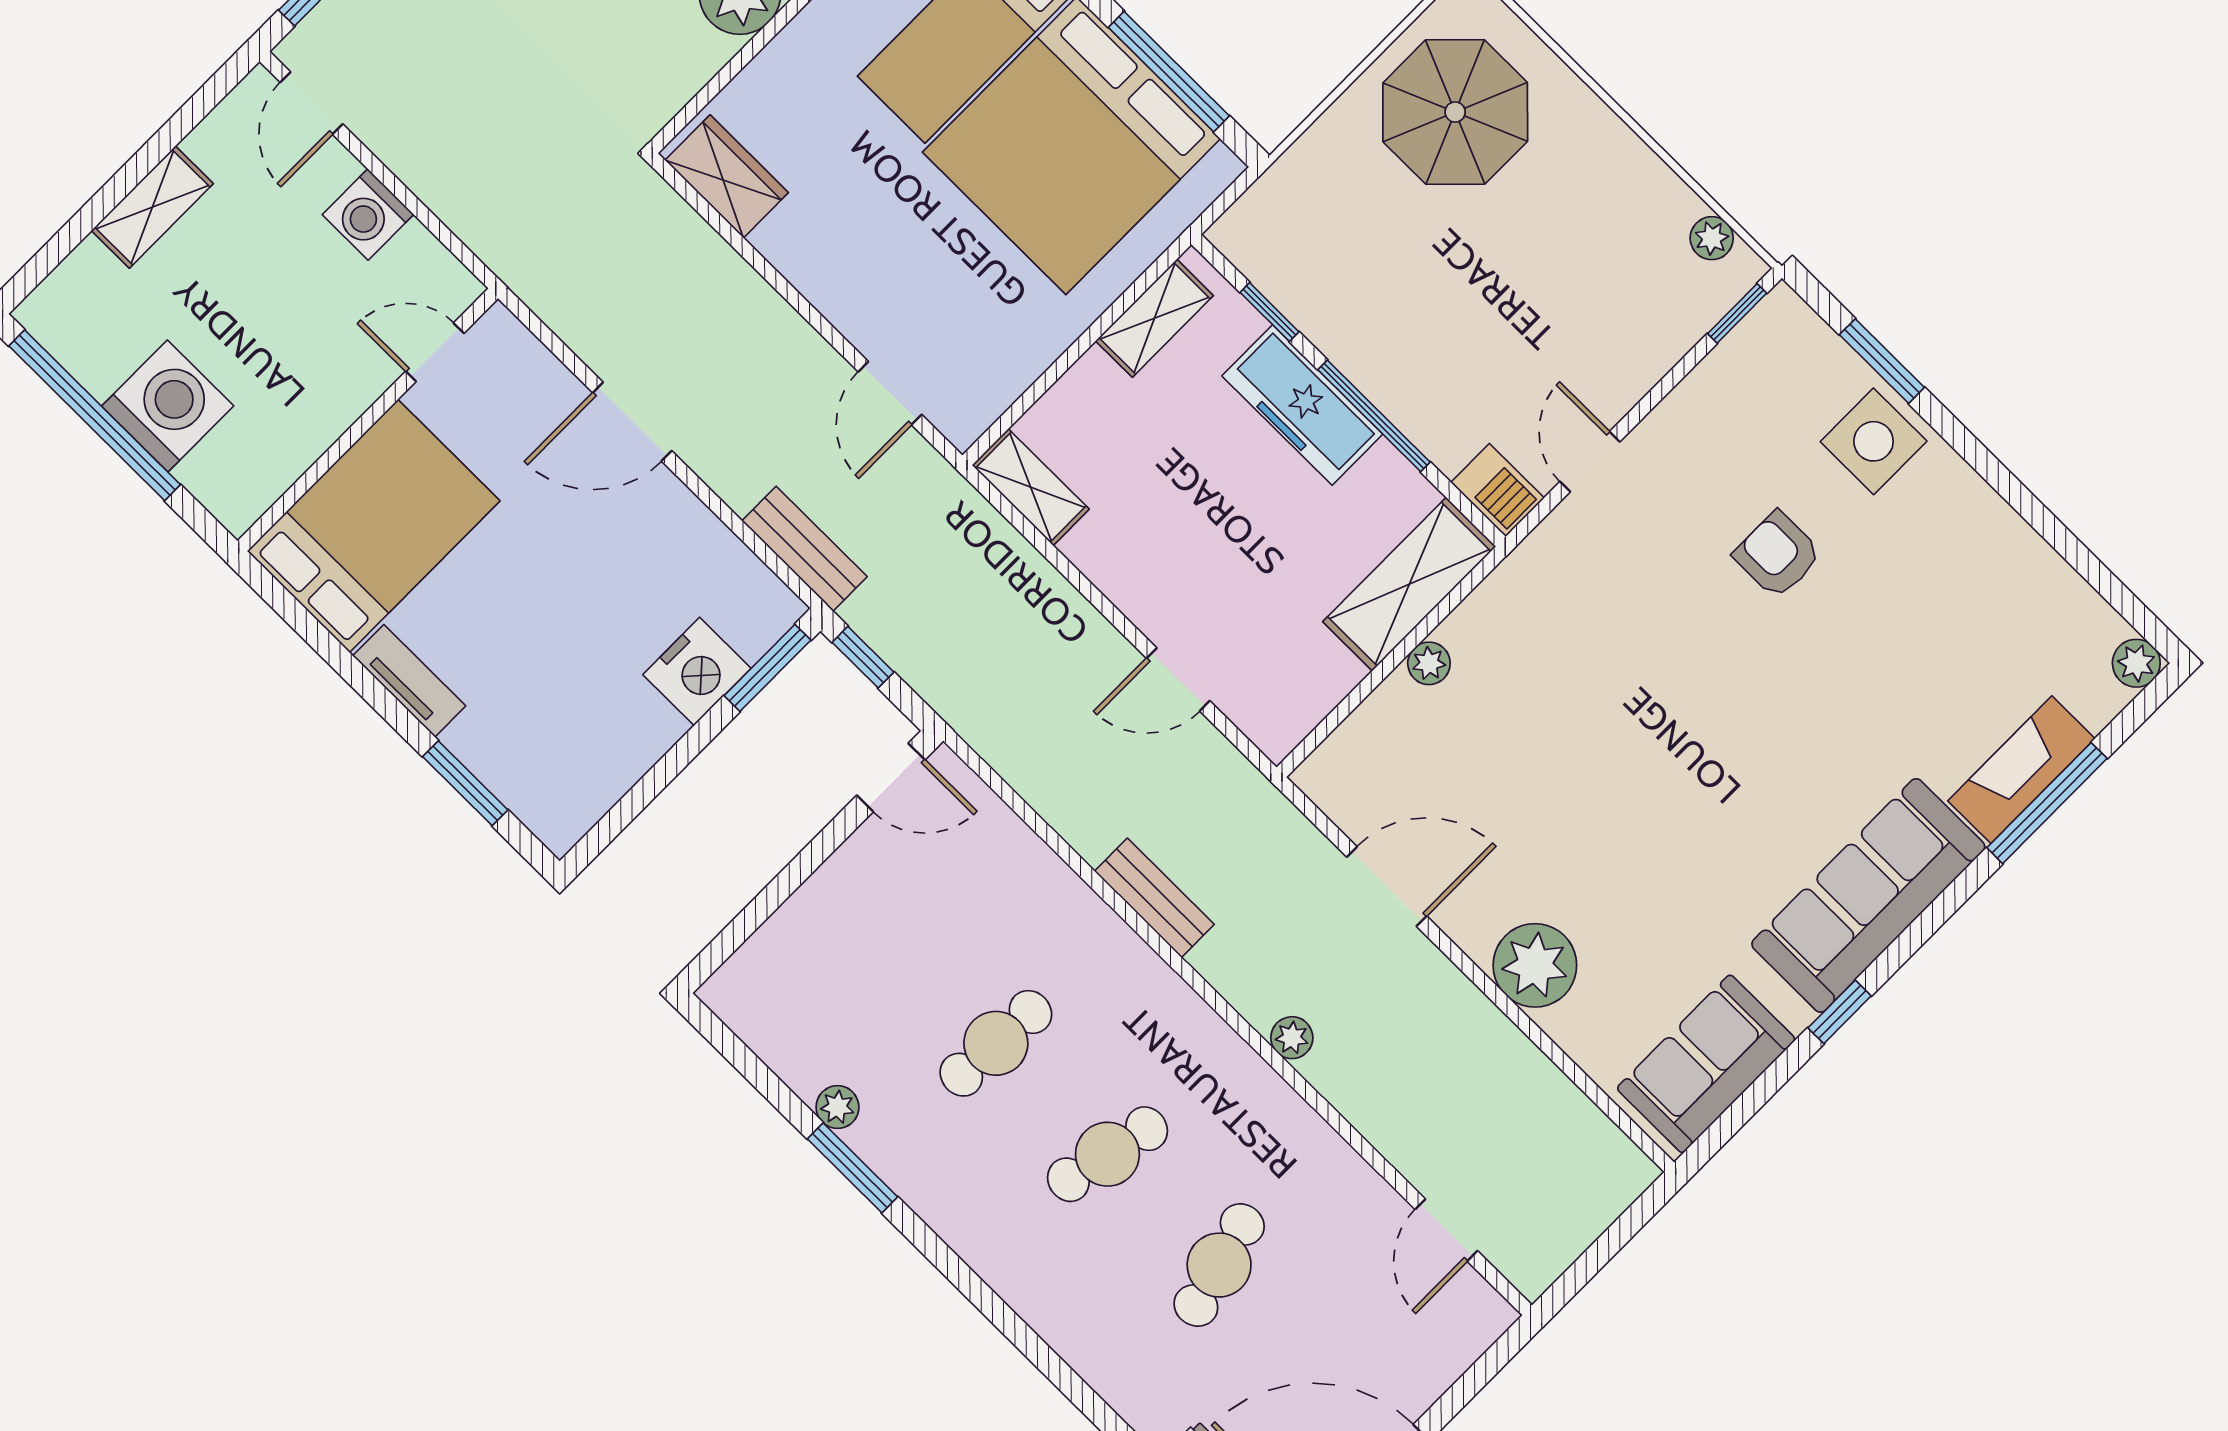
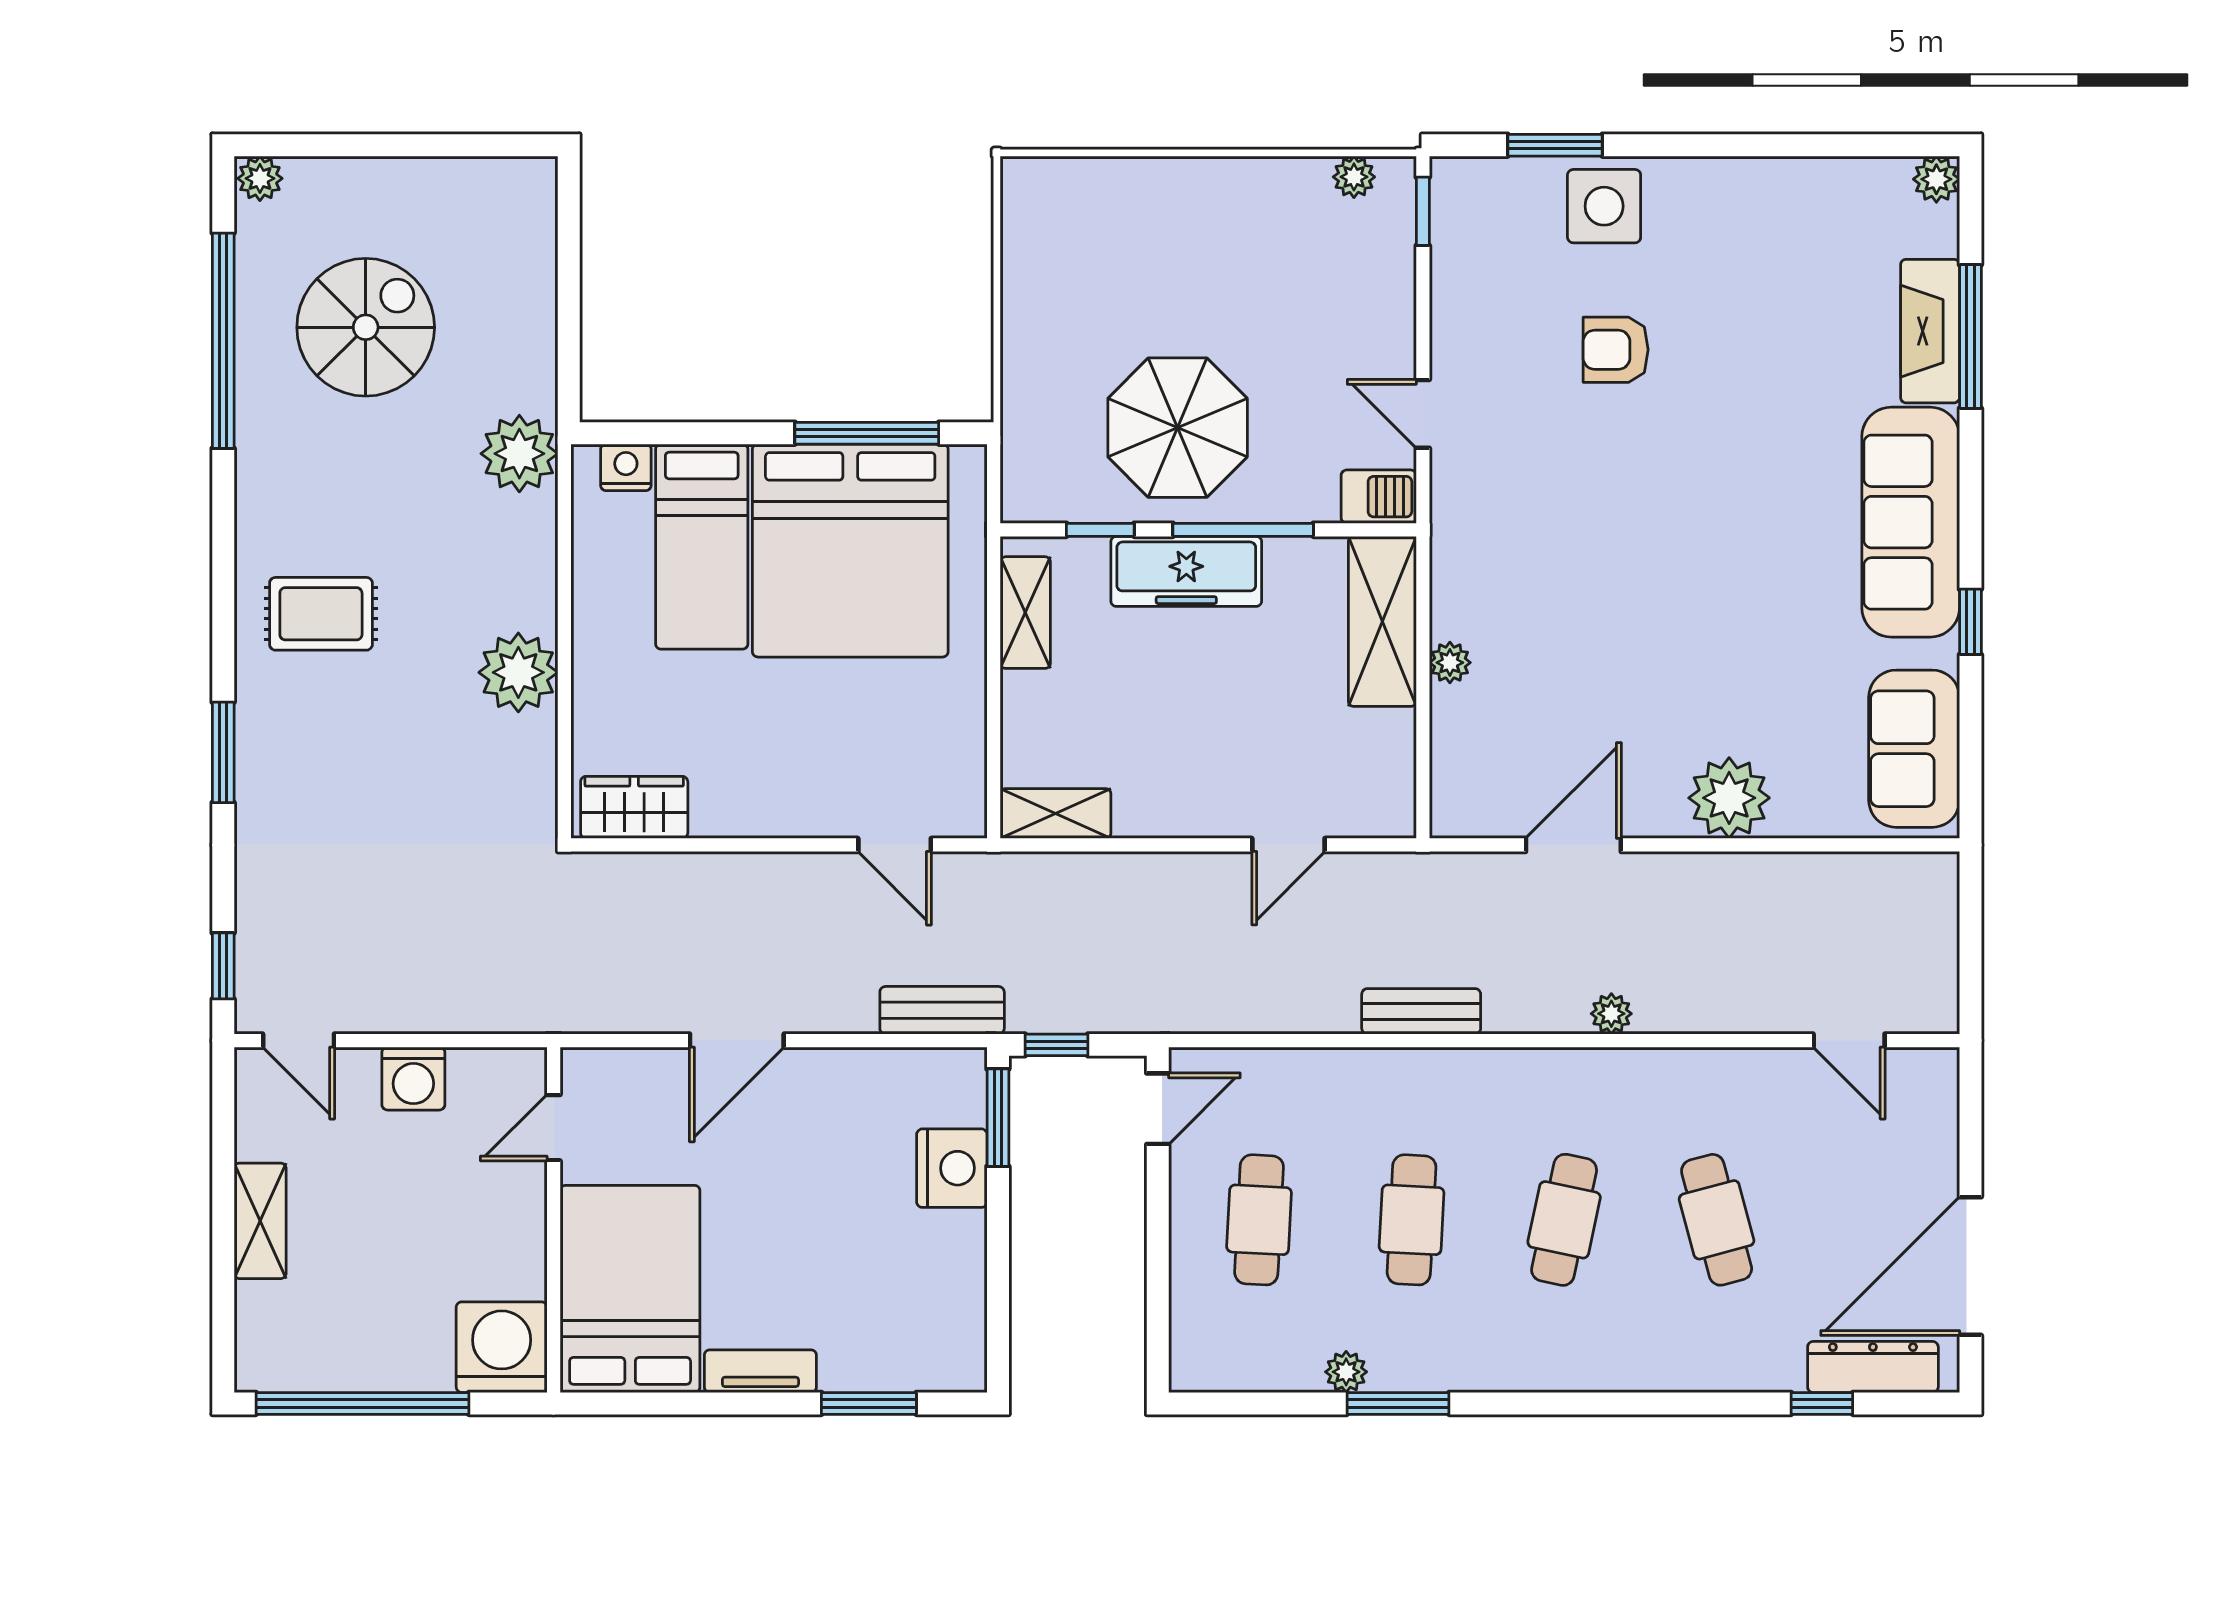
parasol: (1455, 112) -> (1178, 428), moved
washing machine: (168, 406) -> (502, 1347), moved
cafe table: (884, 933) -> (1259, 1220), added

